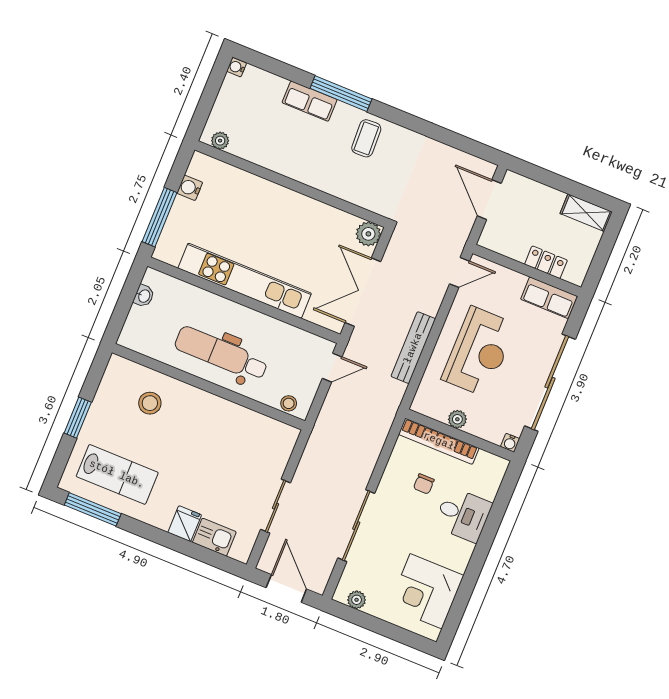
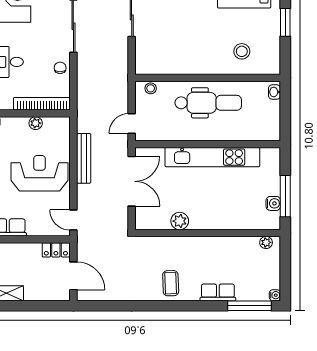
window: (341, 94) -> (249, 306), moved
window: (160, 217) -> (285, 196), moved
plant: (368, 234) -> (180, 221), moved
locker: (546, 262) -> (56, 250), moved
door: (460, 272) -> (73, 220), hinge flipped
washbasin: (144, 296) -> (275, 92), moved
reception desk: (479, 352) -> (39, 173), turned 90
chair: (424, 484) -> (60, 68), moved

